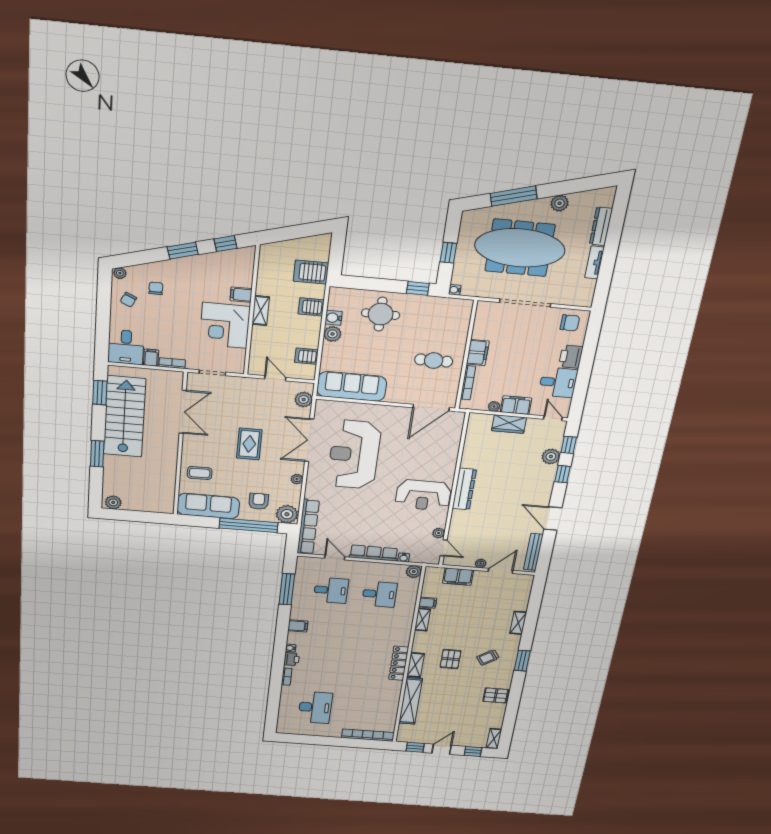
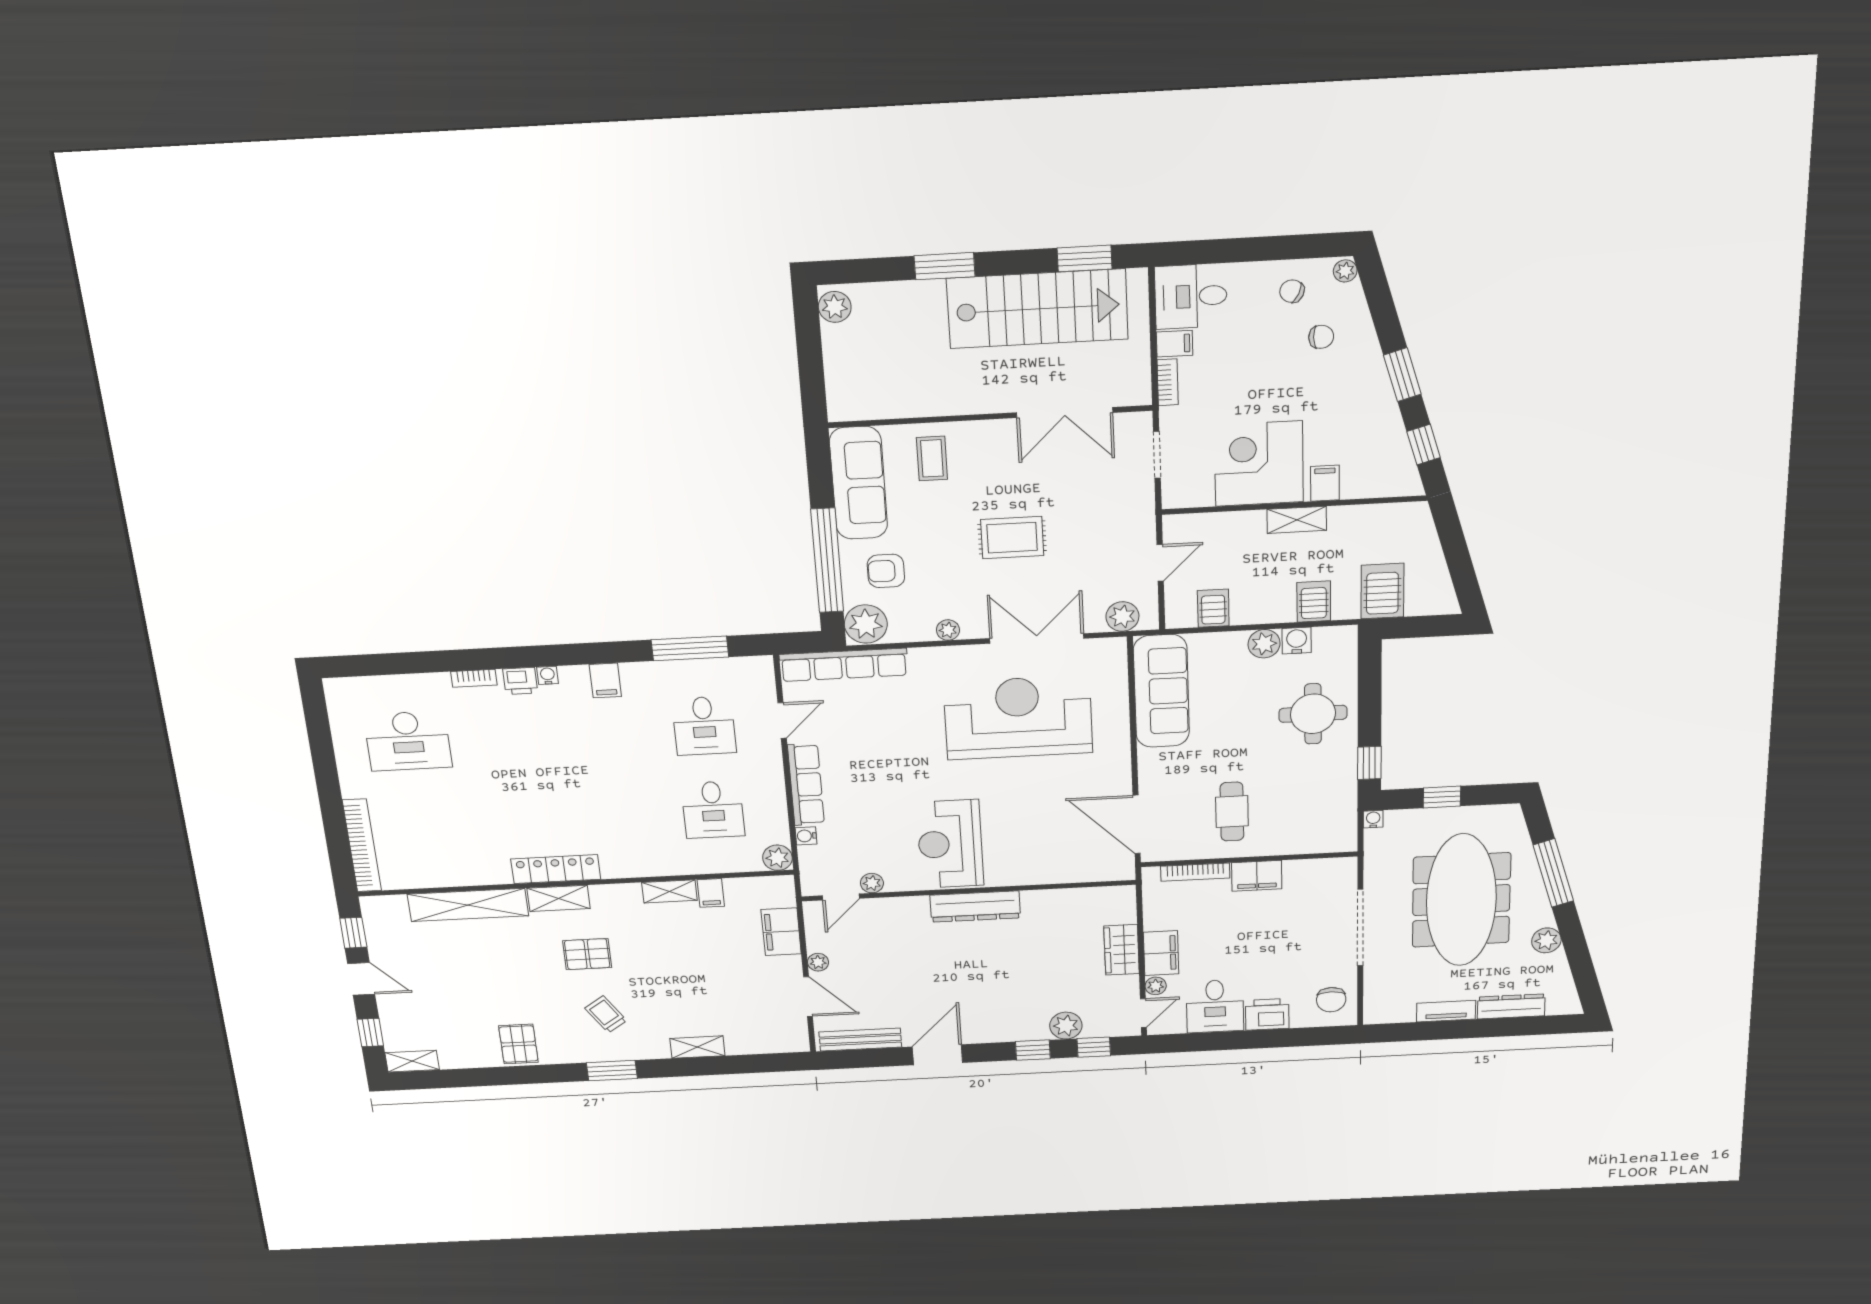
plant: (494, 406) -> (1156, 986), moved
armchair: (259, 501) -> (886, 571), turned 180

